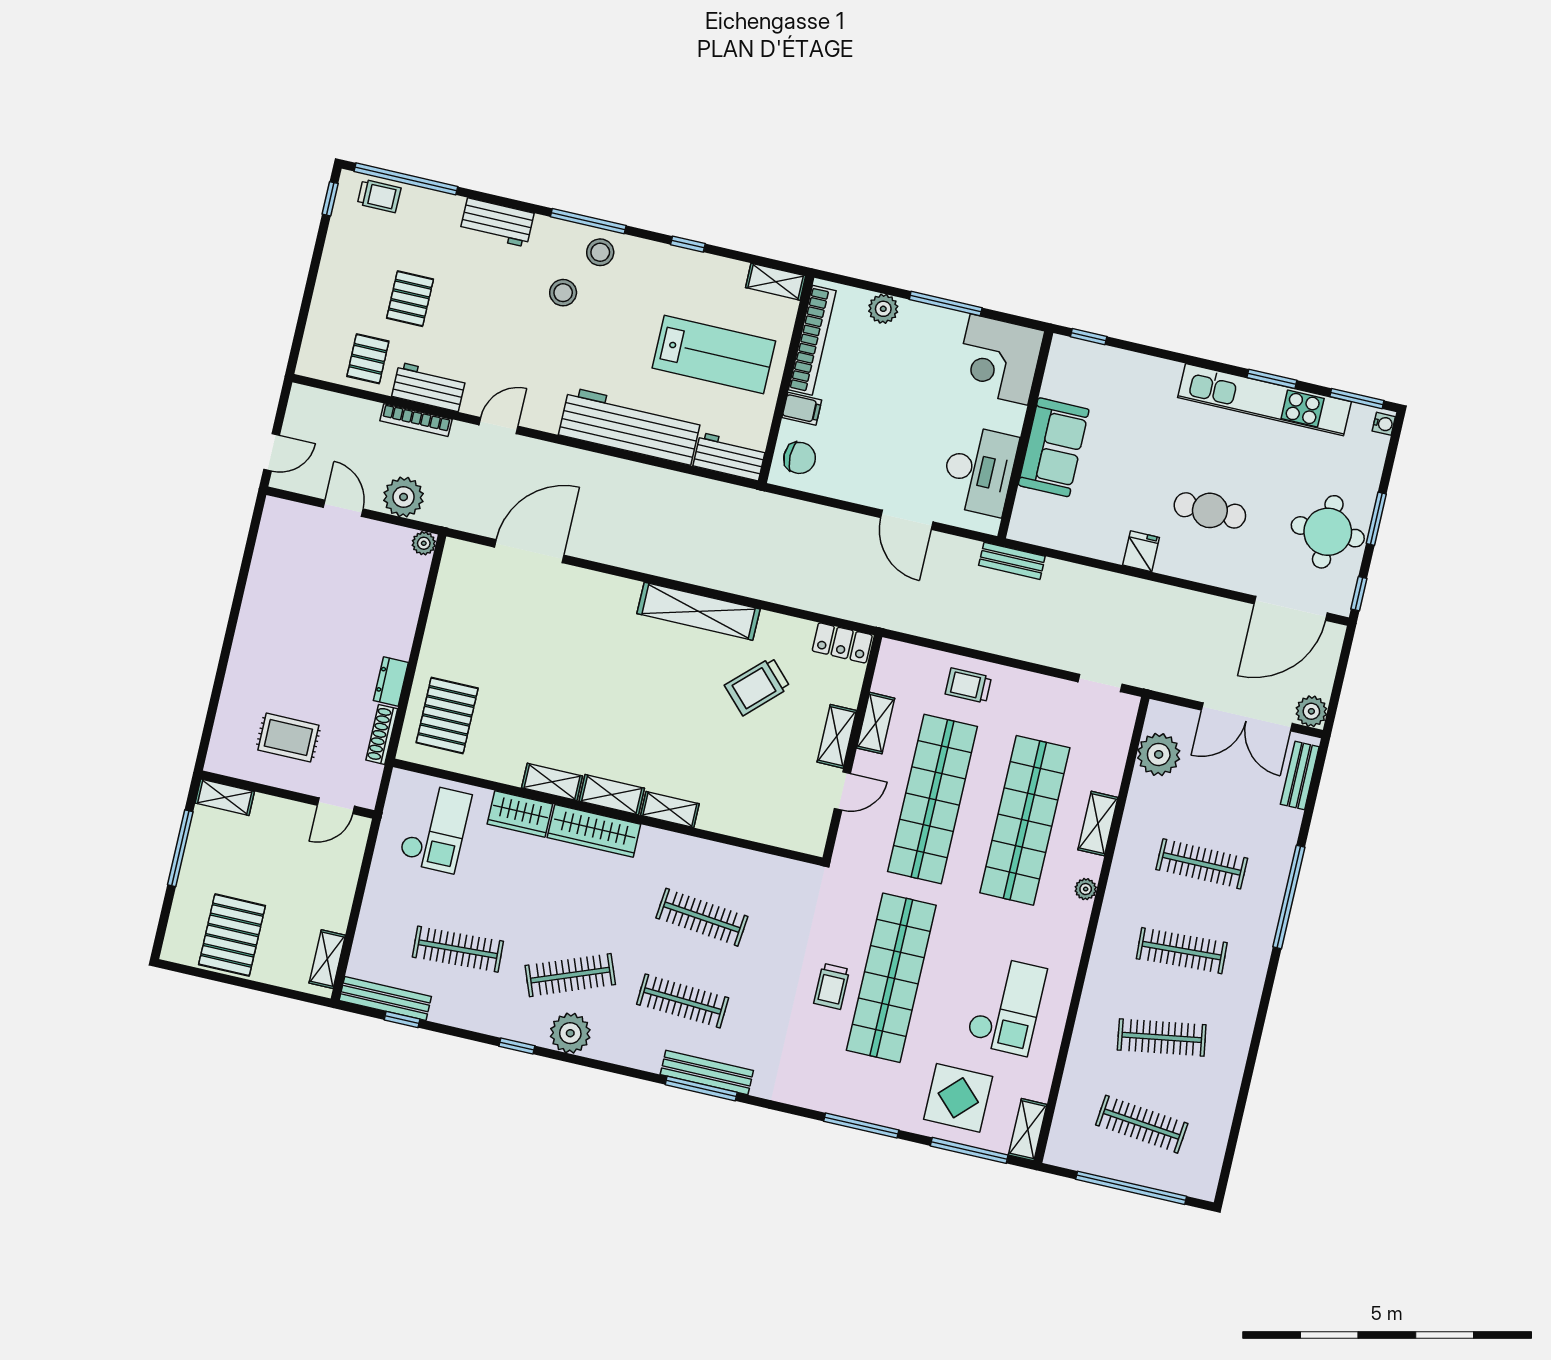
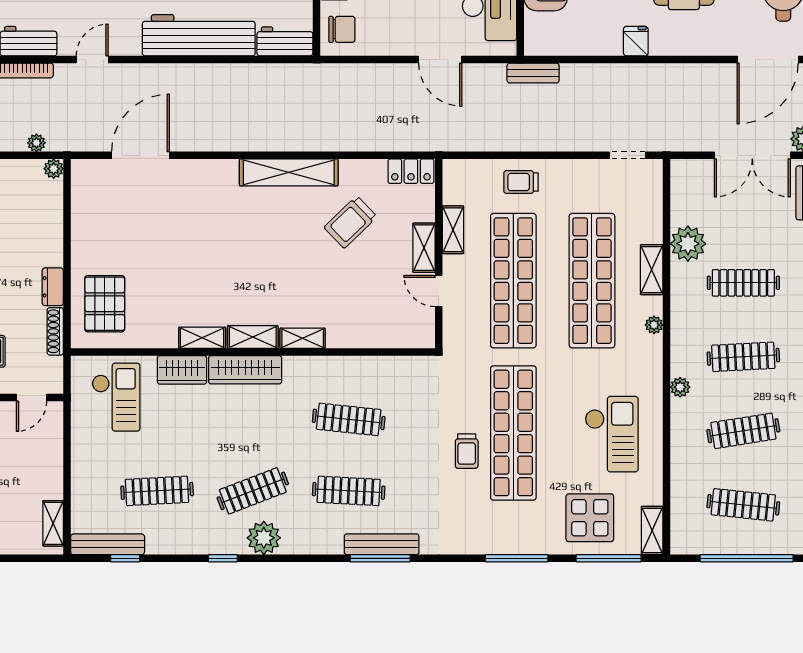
plant: (404, 497) -> (36, 143), width x0.53, depth x0.53
plant: (1159, 754) -> (688, 244), moved
door: (842, 791) -> (439, 291), swing flipped
plant: (1099, 969) -> (680, 387), added

